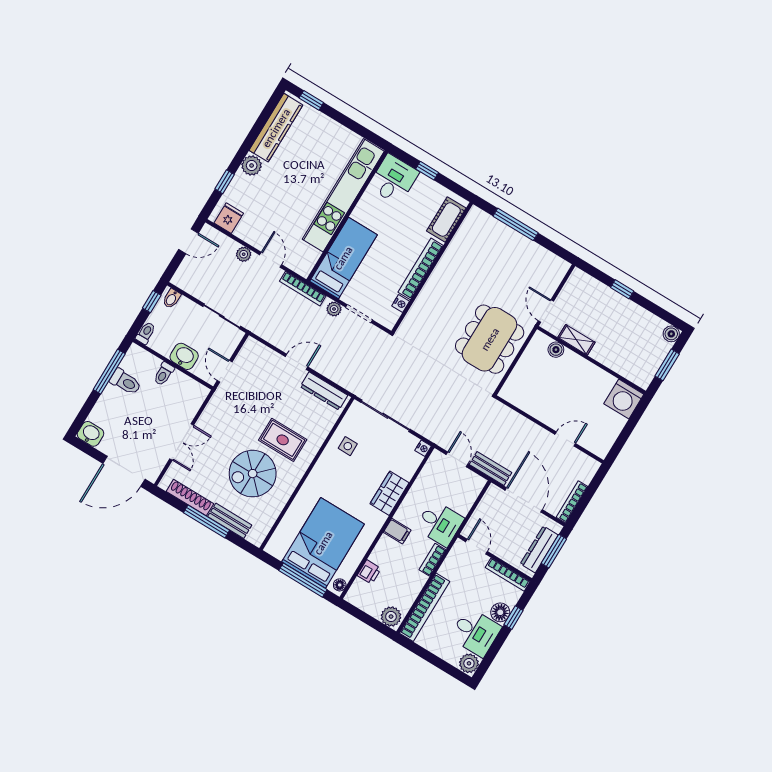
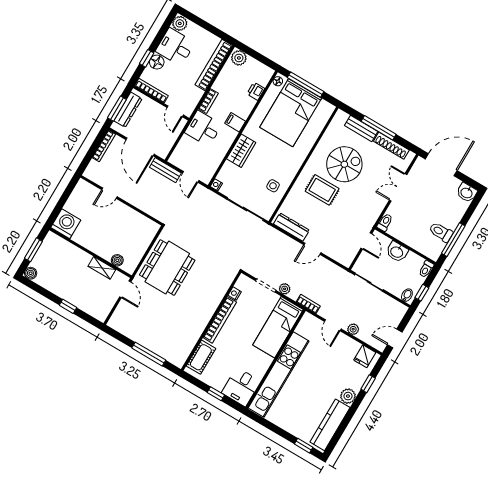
bookcase: (303, 289) -> (308, 304), width x0.64
toilet: (164, 374) -> (385, 222), moved

